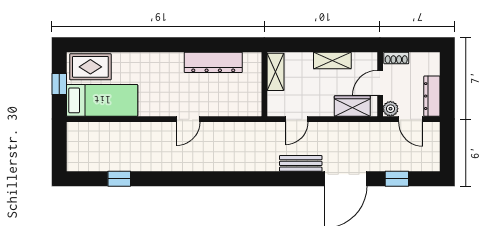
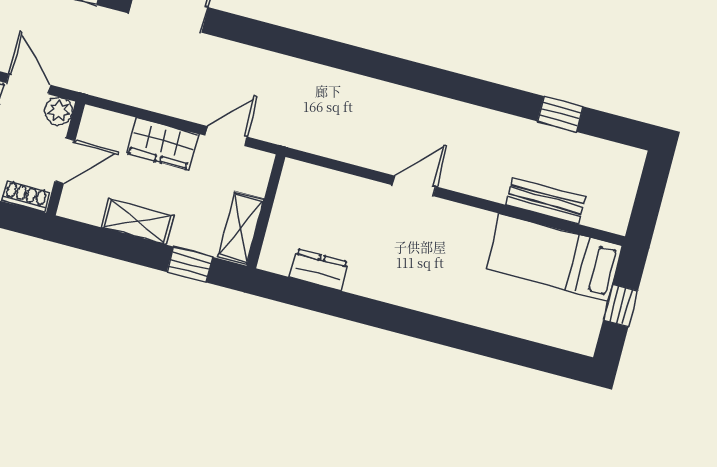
window: (298, 45) -> (190, 264), added
dresser: (213, 62) -> (319, 270), width x0.51, depth x0.80
rug: (90, 67) -> (559, 321), removed
wardrobe: (352, 106) -> (162, 144), moved
bench: (301, 163) -> (546, 201), moved

